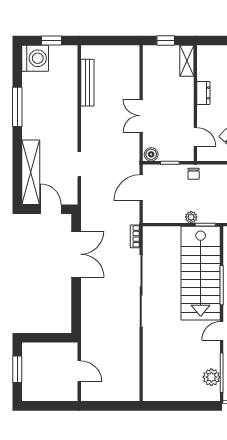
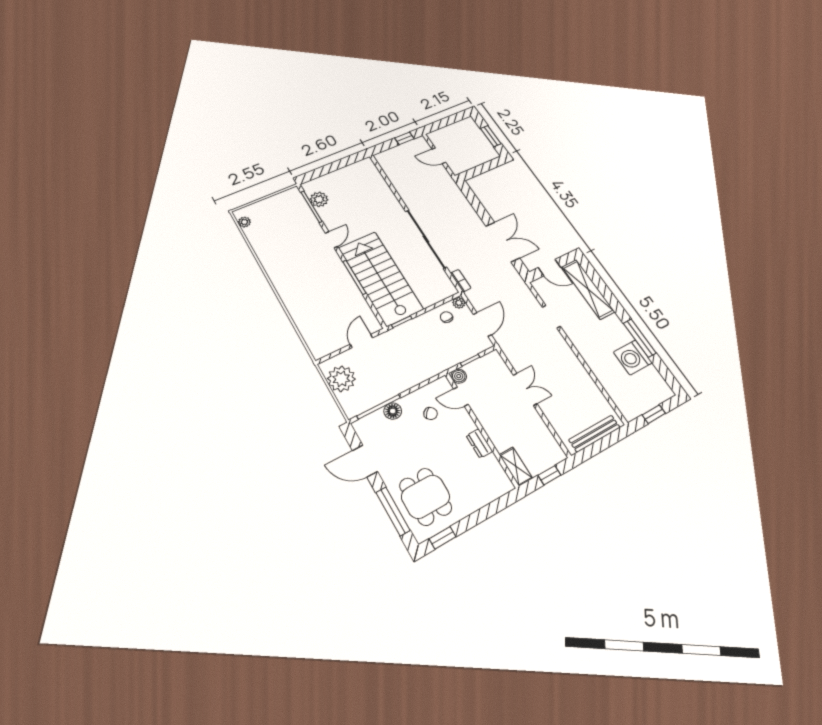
washing machine: (35, 58) -> (633, 357), moved
bench: (87, 83) -> (594, 434), moved, turned 90
boiler: (151, 154) -> (459, 376), moved
chair: (194, 174) -> (447, 317), moved
plant: (191, 217) -> (459, 303), moved
double door: (76, 254) -> (503, 242), swing flipped
window: (100, 406) -> (404, 138), added

